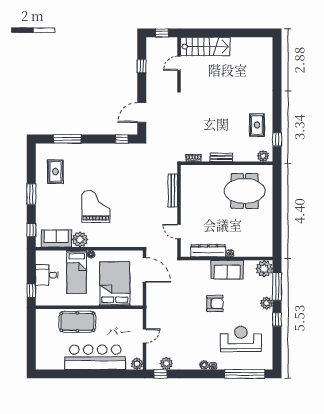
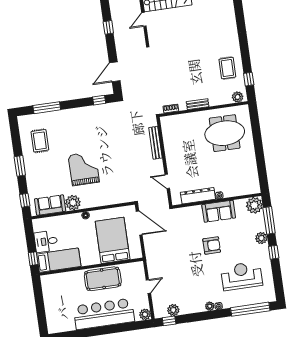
bed: (77, 272) -> (59, 260), moved, turned -90
pool table: (77, 322) -> (103, 279), moved

